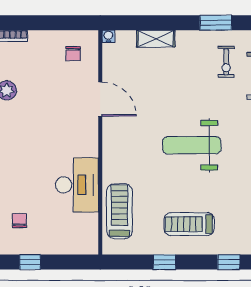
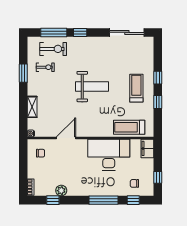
weight bench: (192, 145) -> (92, 87), turned -90
desk: (77, 185) -> (109, 155), width x1.36, depth x1.30
treadmill: (189, 224) -> (136, 88), turned 180
filing cabinet: (82, 244) -> (147, 148), added
window: (229, 262) -> (158, 78), moved

